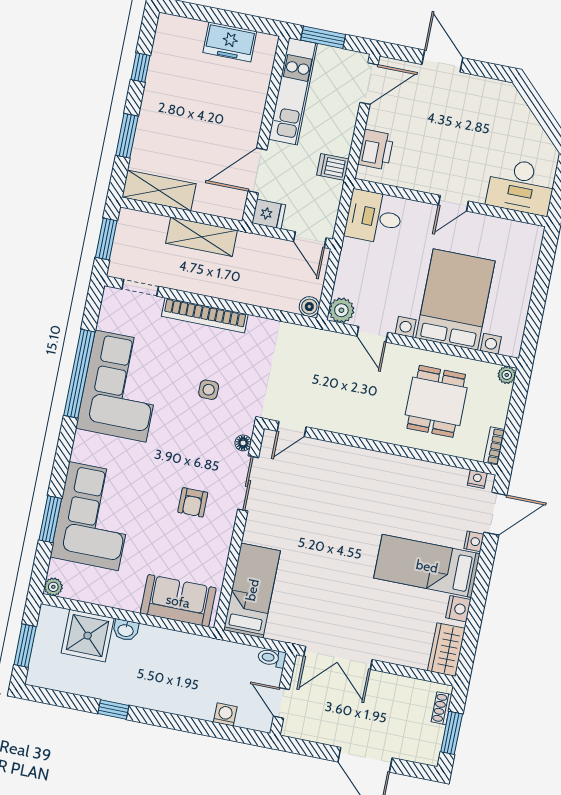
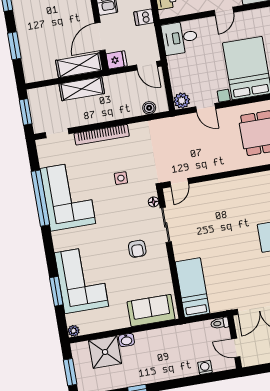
shelving: (159, 190) -> (79, 65), moved
boiler: (309, 307) -> (149, 108), moved

